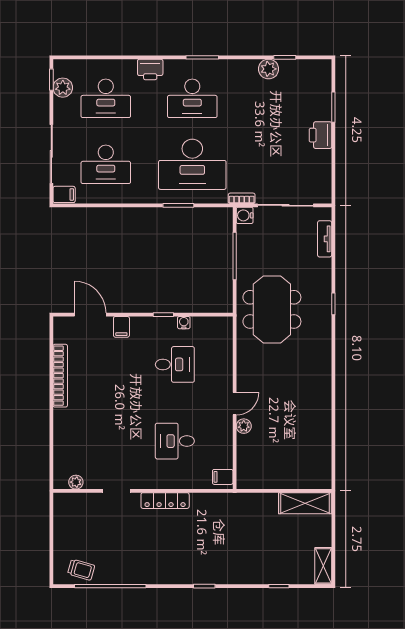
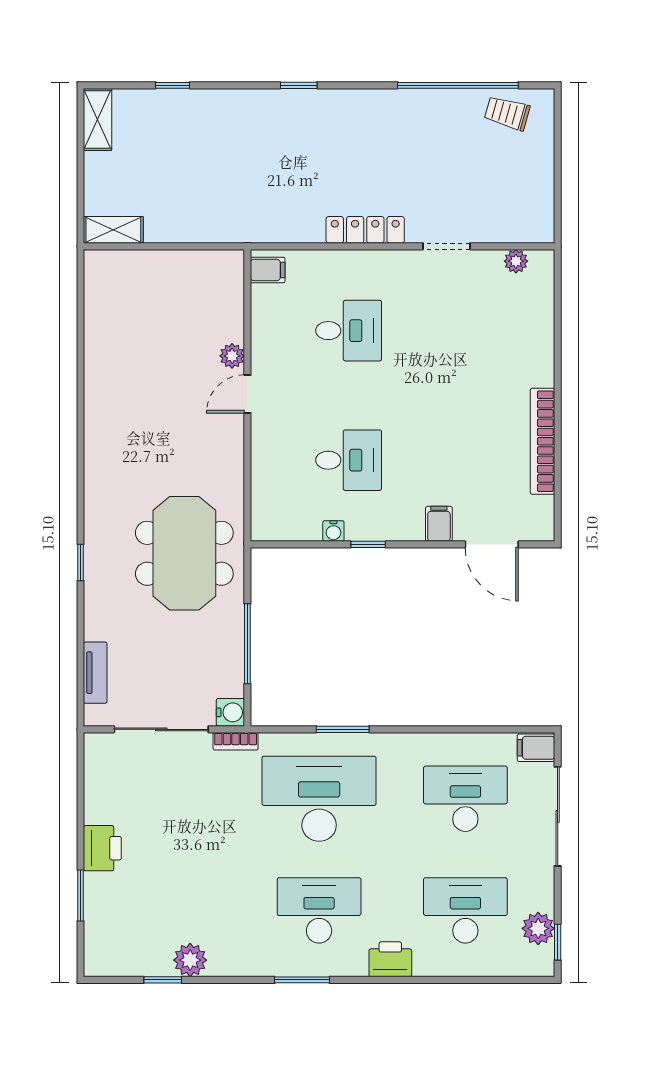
desk: (175, 364) -> (349, 460), turned 180
shelving: (305, 503) -> (113, 230), width x0.67, depth x0.75

